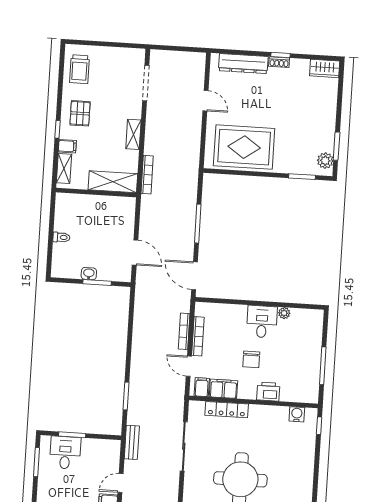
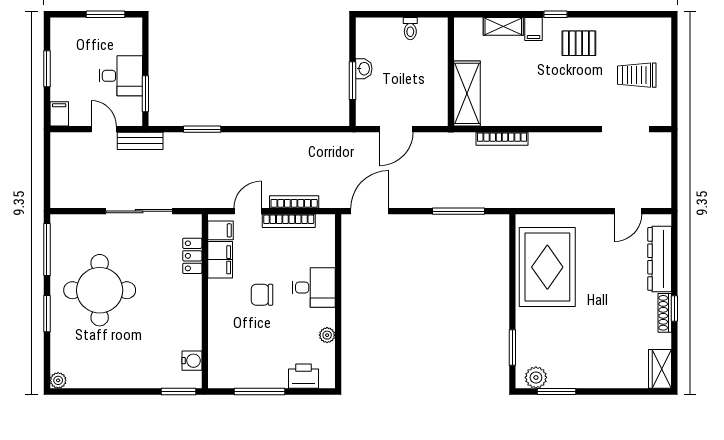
shoe rack: (279, 62) -> (665, 313), width x1.43
trolley: (79, 69) -> (637, 75), moved
door: (205, 101) -> (628, 211), moved
shelving: (133, 134) -> (555, 117), removed
shelving: (113, 182) -> (467, 93), moved
wall: (96, 193) -> (451, 72), moved
window: (198, 224) -> (458, 211), moved
desk: (262, 322) -> (314, 288), moved
printer: (268, 392) -> (303, 376), moved, turned -90
locker: (227, 410) -> (192, 256), width x0.66
window: (319, 426) -> (179, 392), width x1.50
window: (72, 435) -> (145, 94), moved
desk: (65, 453) -> (121, 76), moved
door: (121, 483) -> (104, 129), moved

